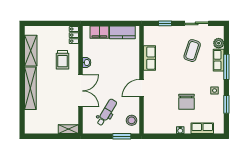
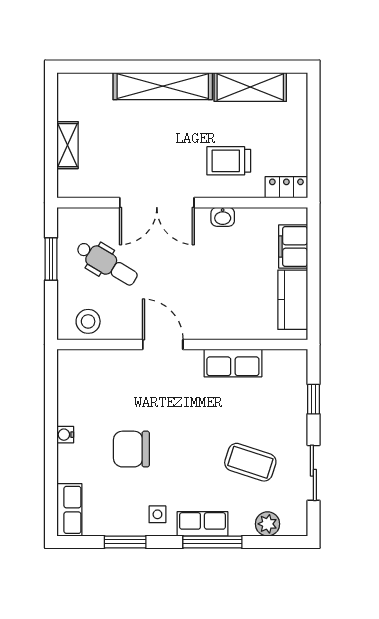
row of seats: (219, 60) -> (202, 524), moved
row of seats: (202, 128) -> (69, 510), moved
shelving: (68, 129) -> (67, 145), moved
window: (122, 136) -> (51, 259), moved

